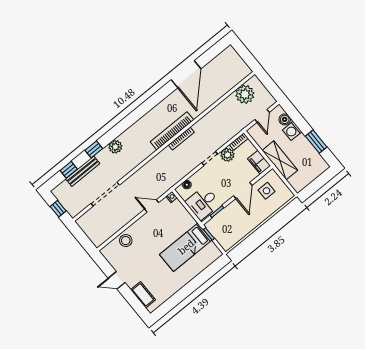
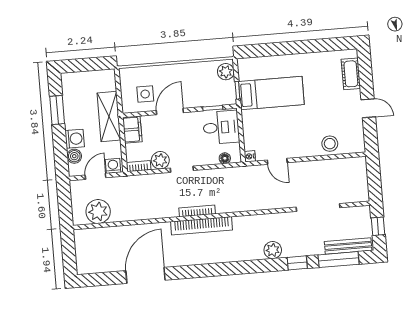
washing machine: (255, 130) -> (113, 166), added
window: (69, 170) -> (339, 260), width x2.17
bench: (83, 171) -> (348, 246), moved
plant: (225, 241) -> (226, 72), added

